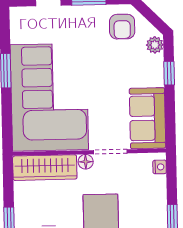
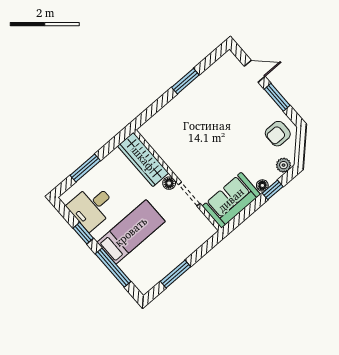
floor lamp: (157, 79) -> (262, 185), added
corner sofa: (49, 97) -> (192, 124), removed
nightstand: (160, 167) -> (206, 235), removed

